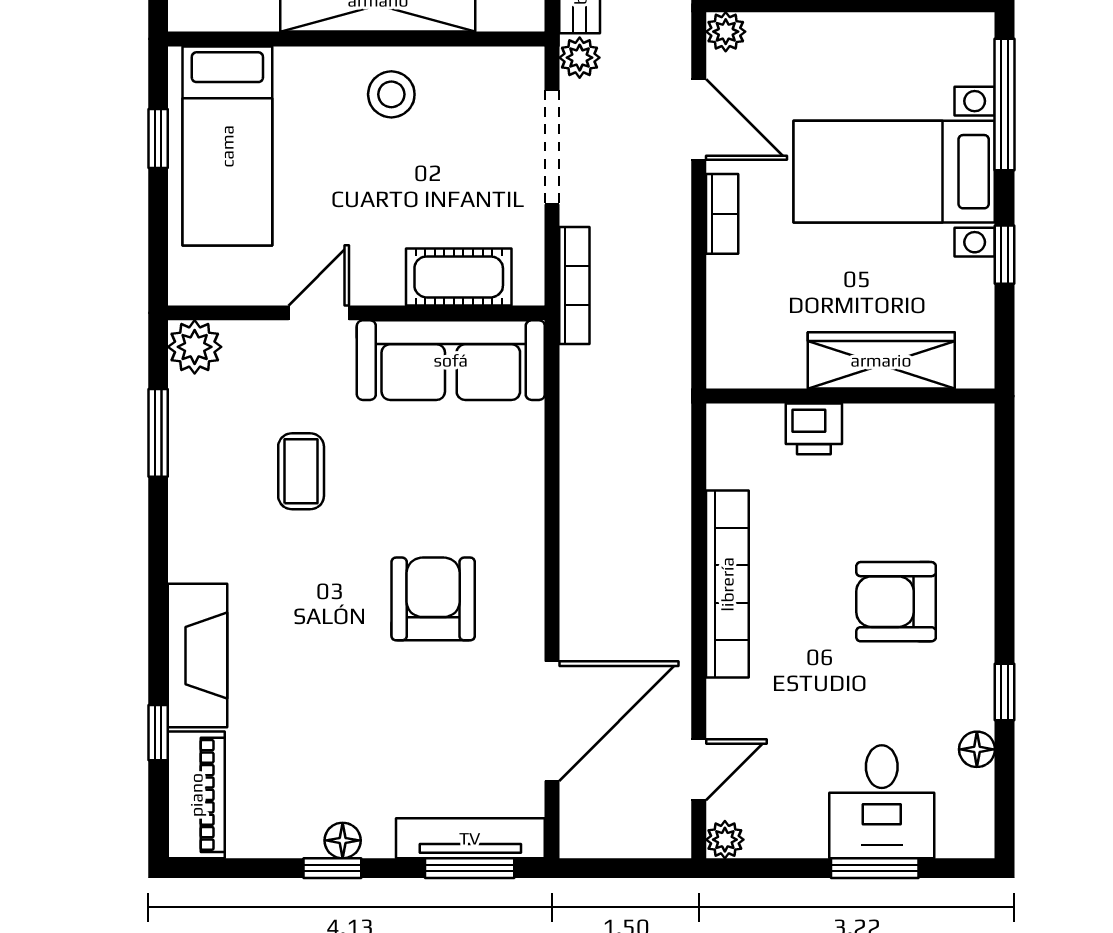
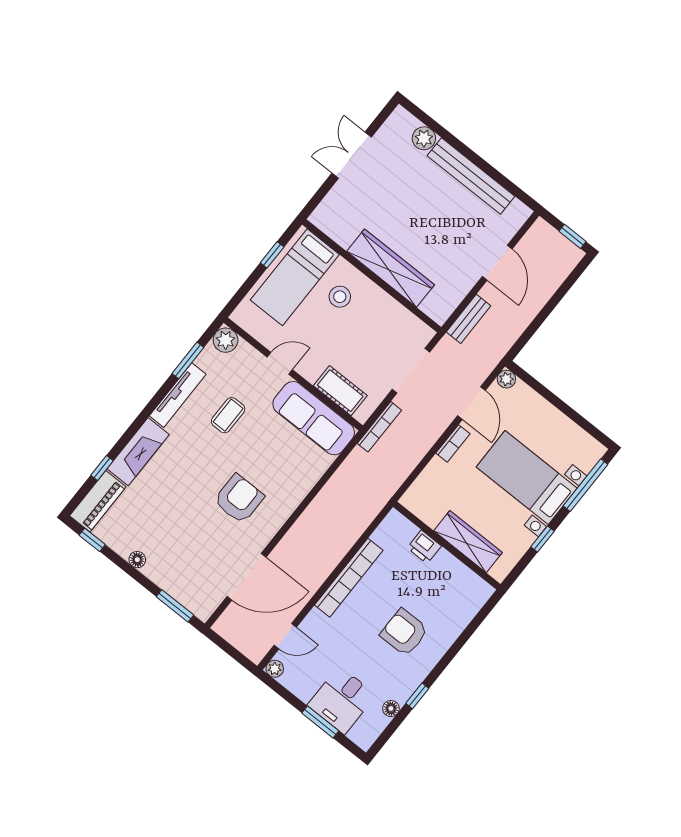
plant: (580, 58) -> (446, 347), removed
stool: (391, 94) -> (340, 297), moved
tv unit: (470, 838) -> (178, 395), moved, turned 90
window: (332, 868) -> (92, 540), moved

